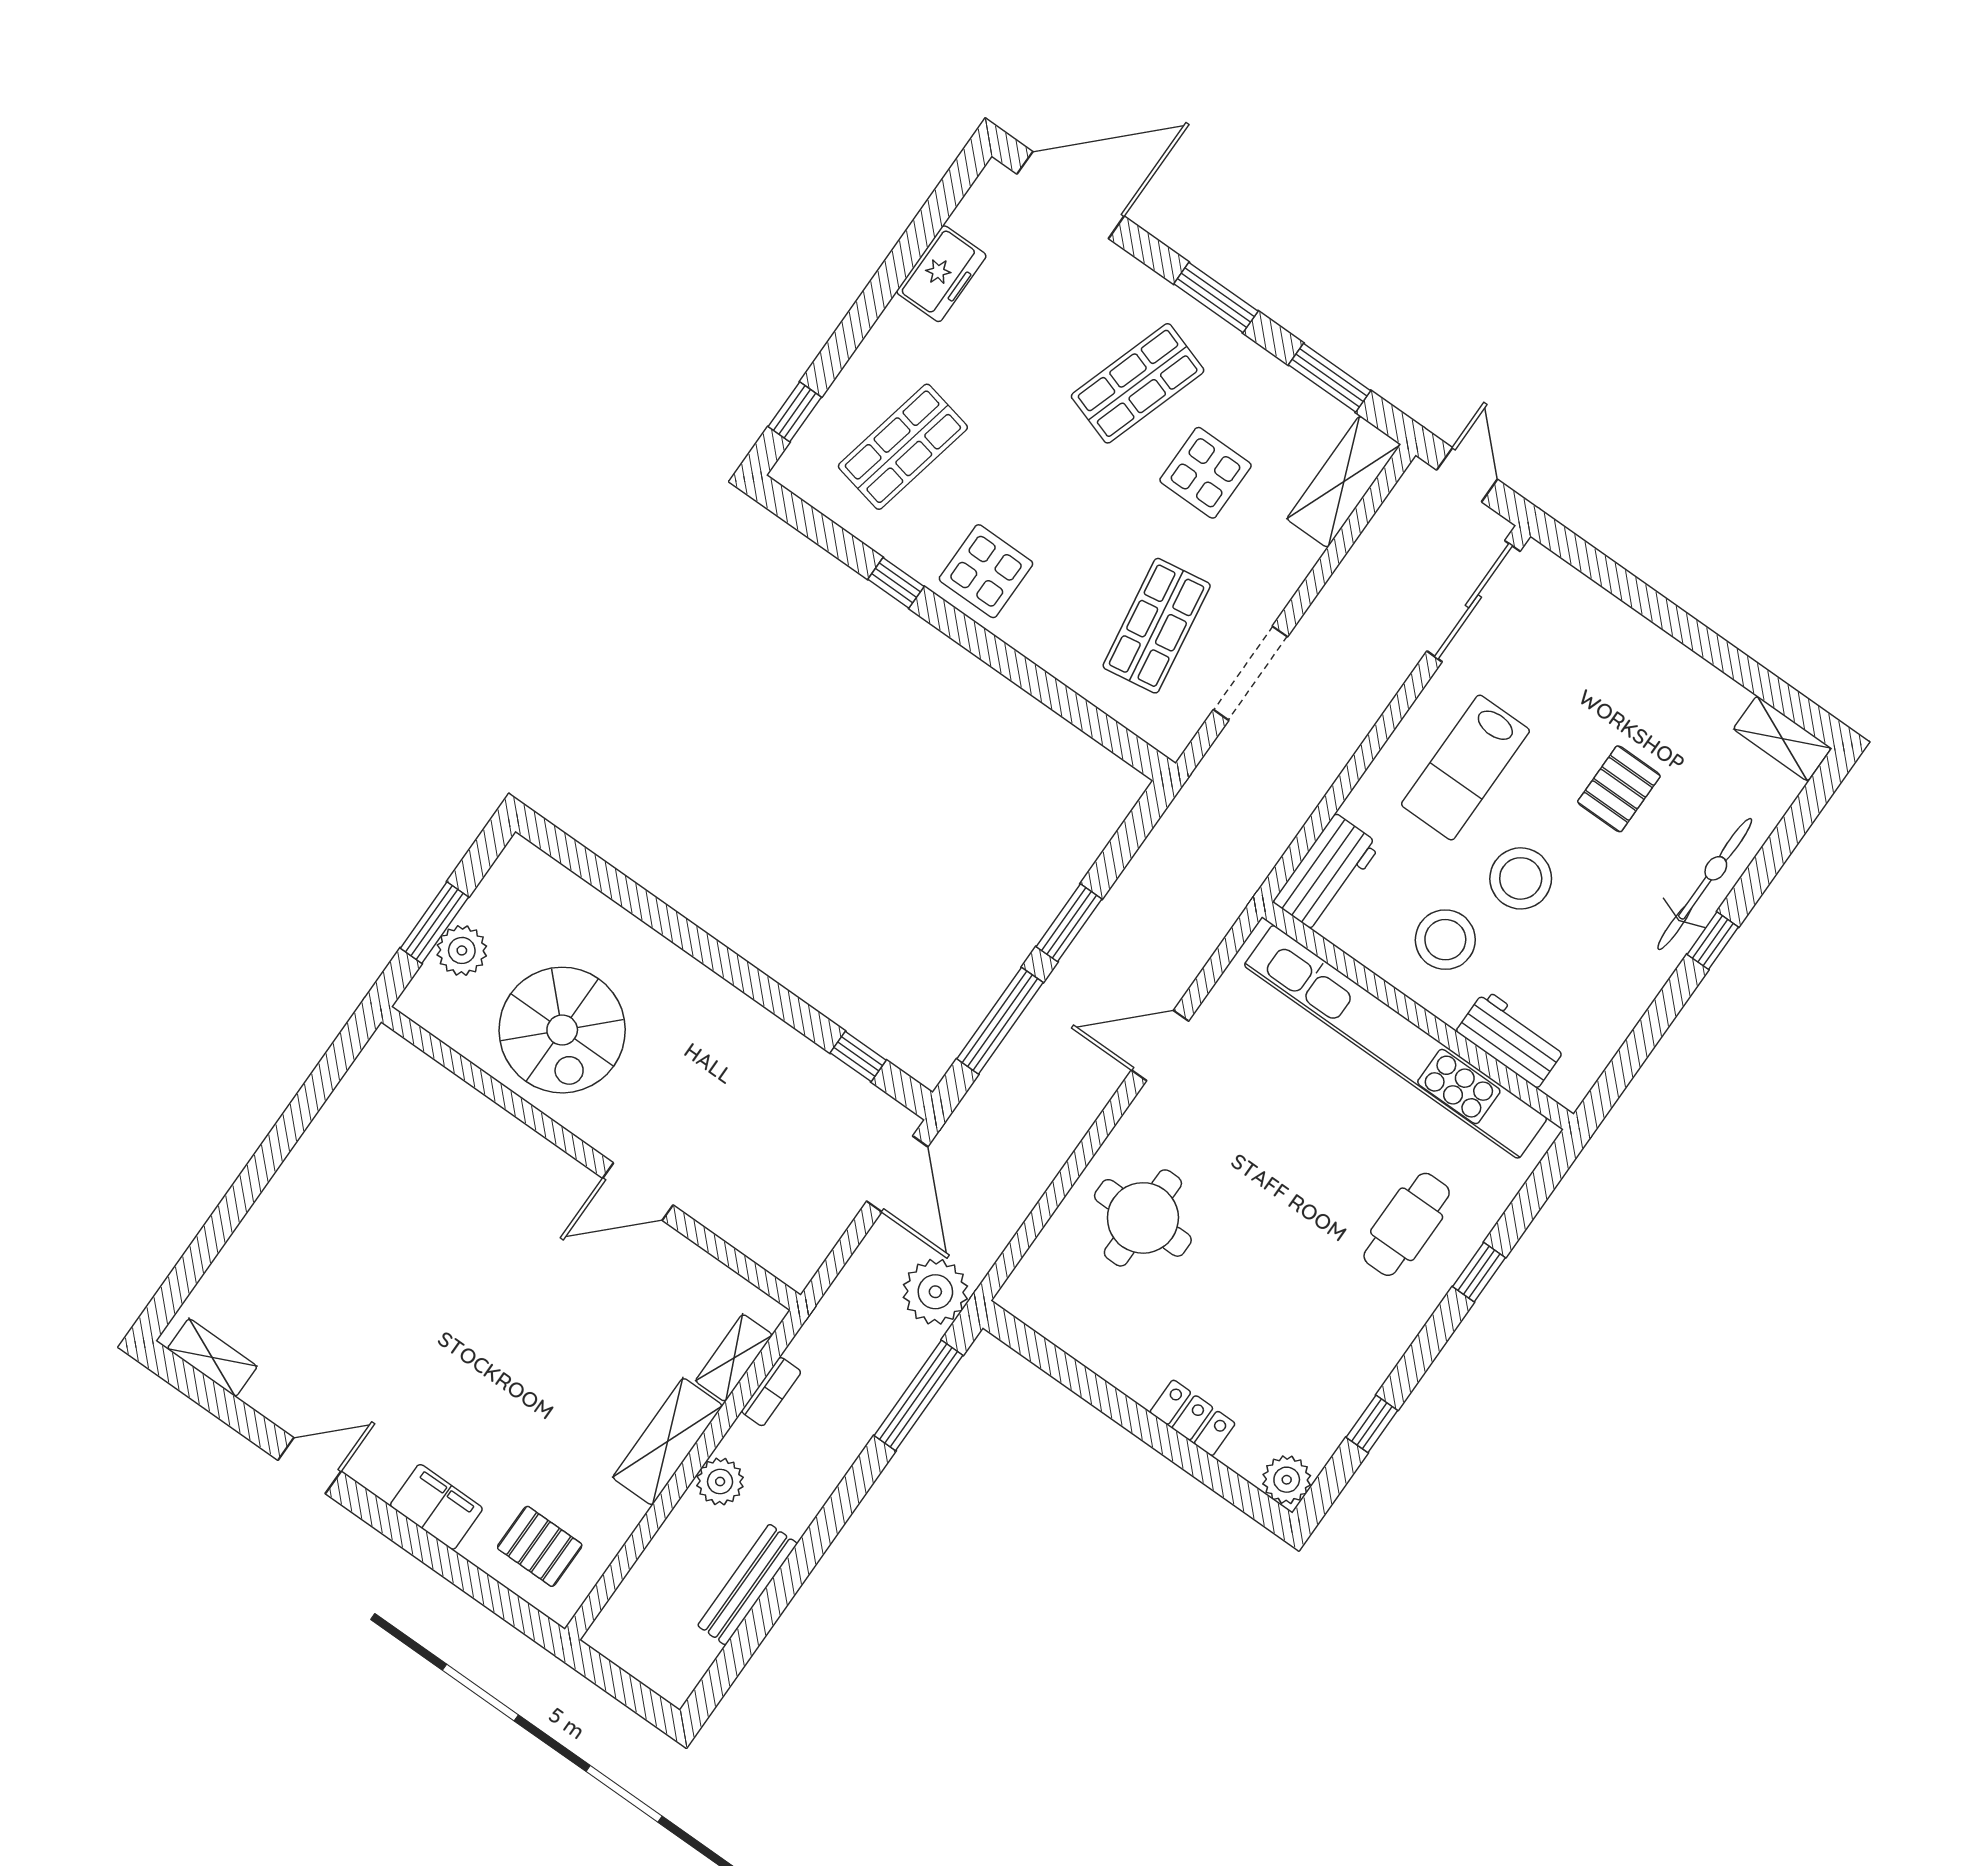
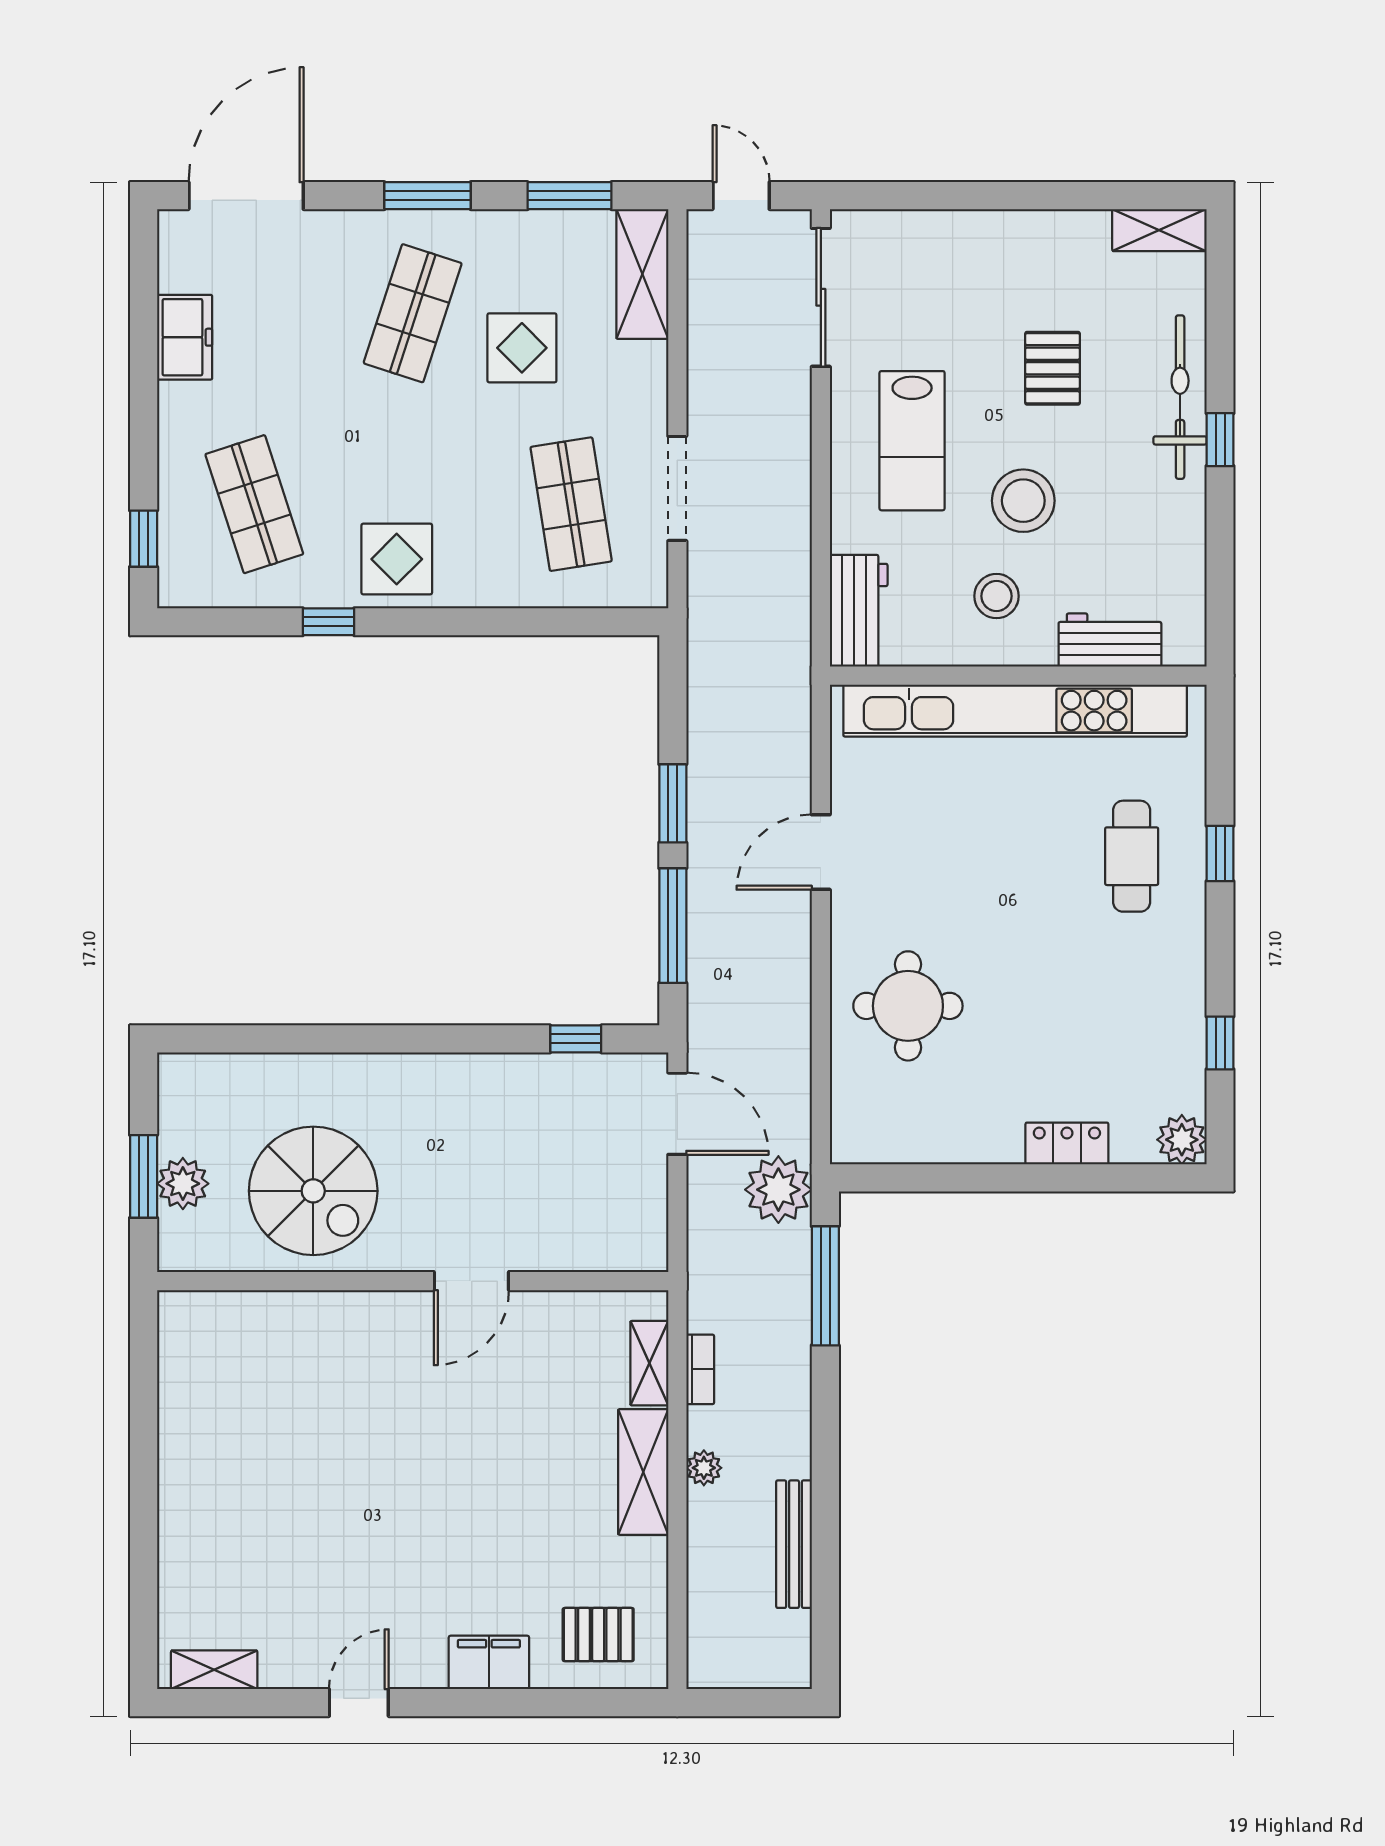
shop shelf: (903, 447) -> (254, 504), turned -30
stool: (1445, 940) -> (996, 596), width x0.73, depth x0.73
plant: (720, 1481) -> (704, 1468), width x0.73, depth x0.73

